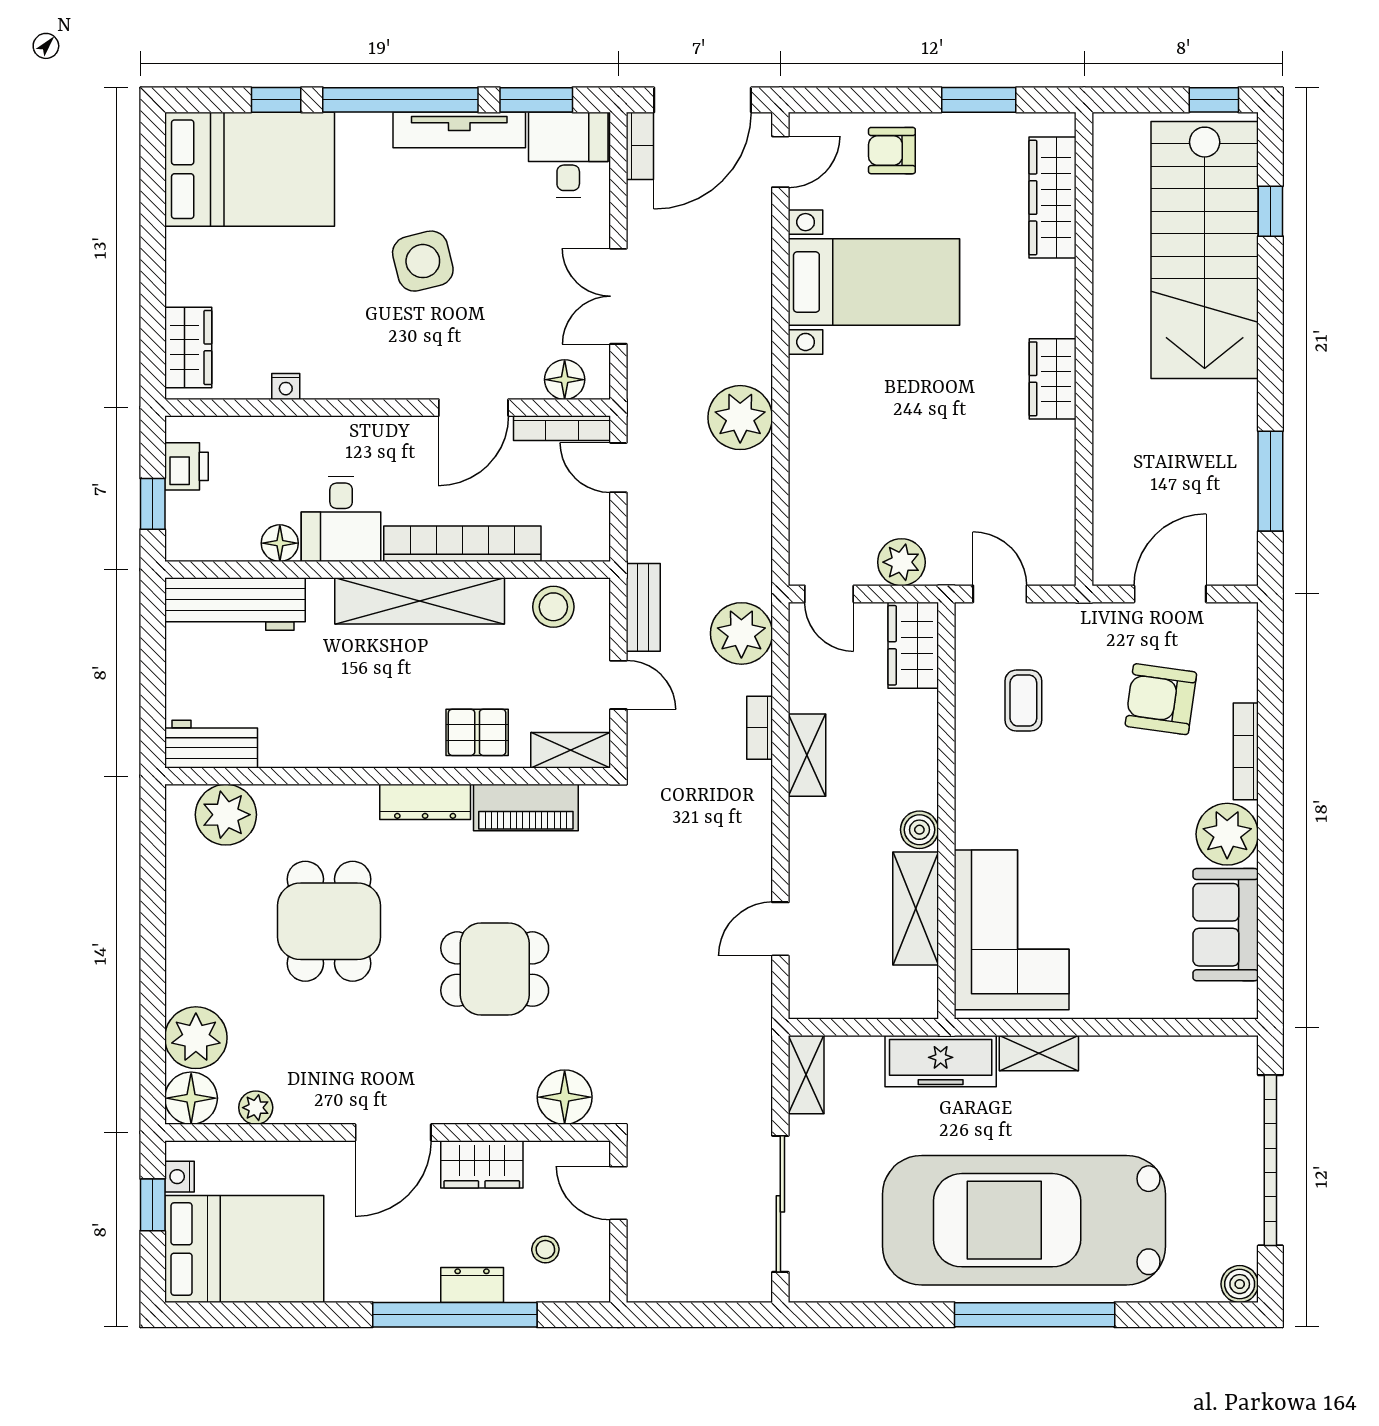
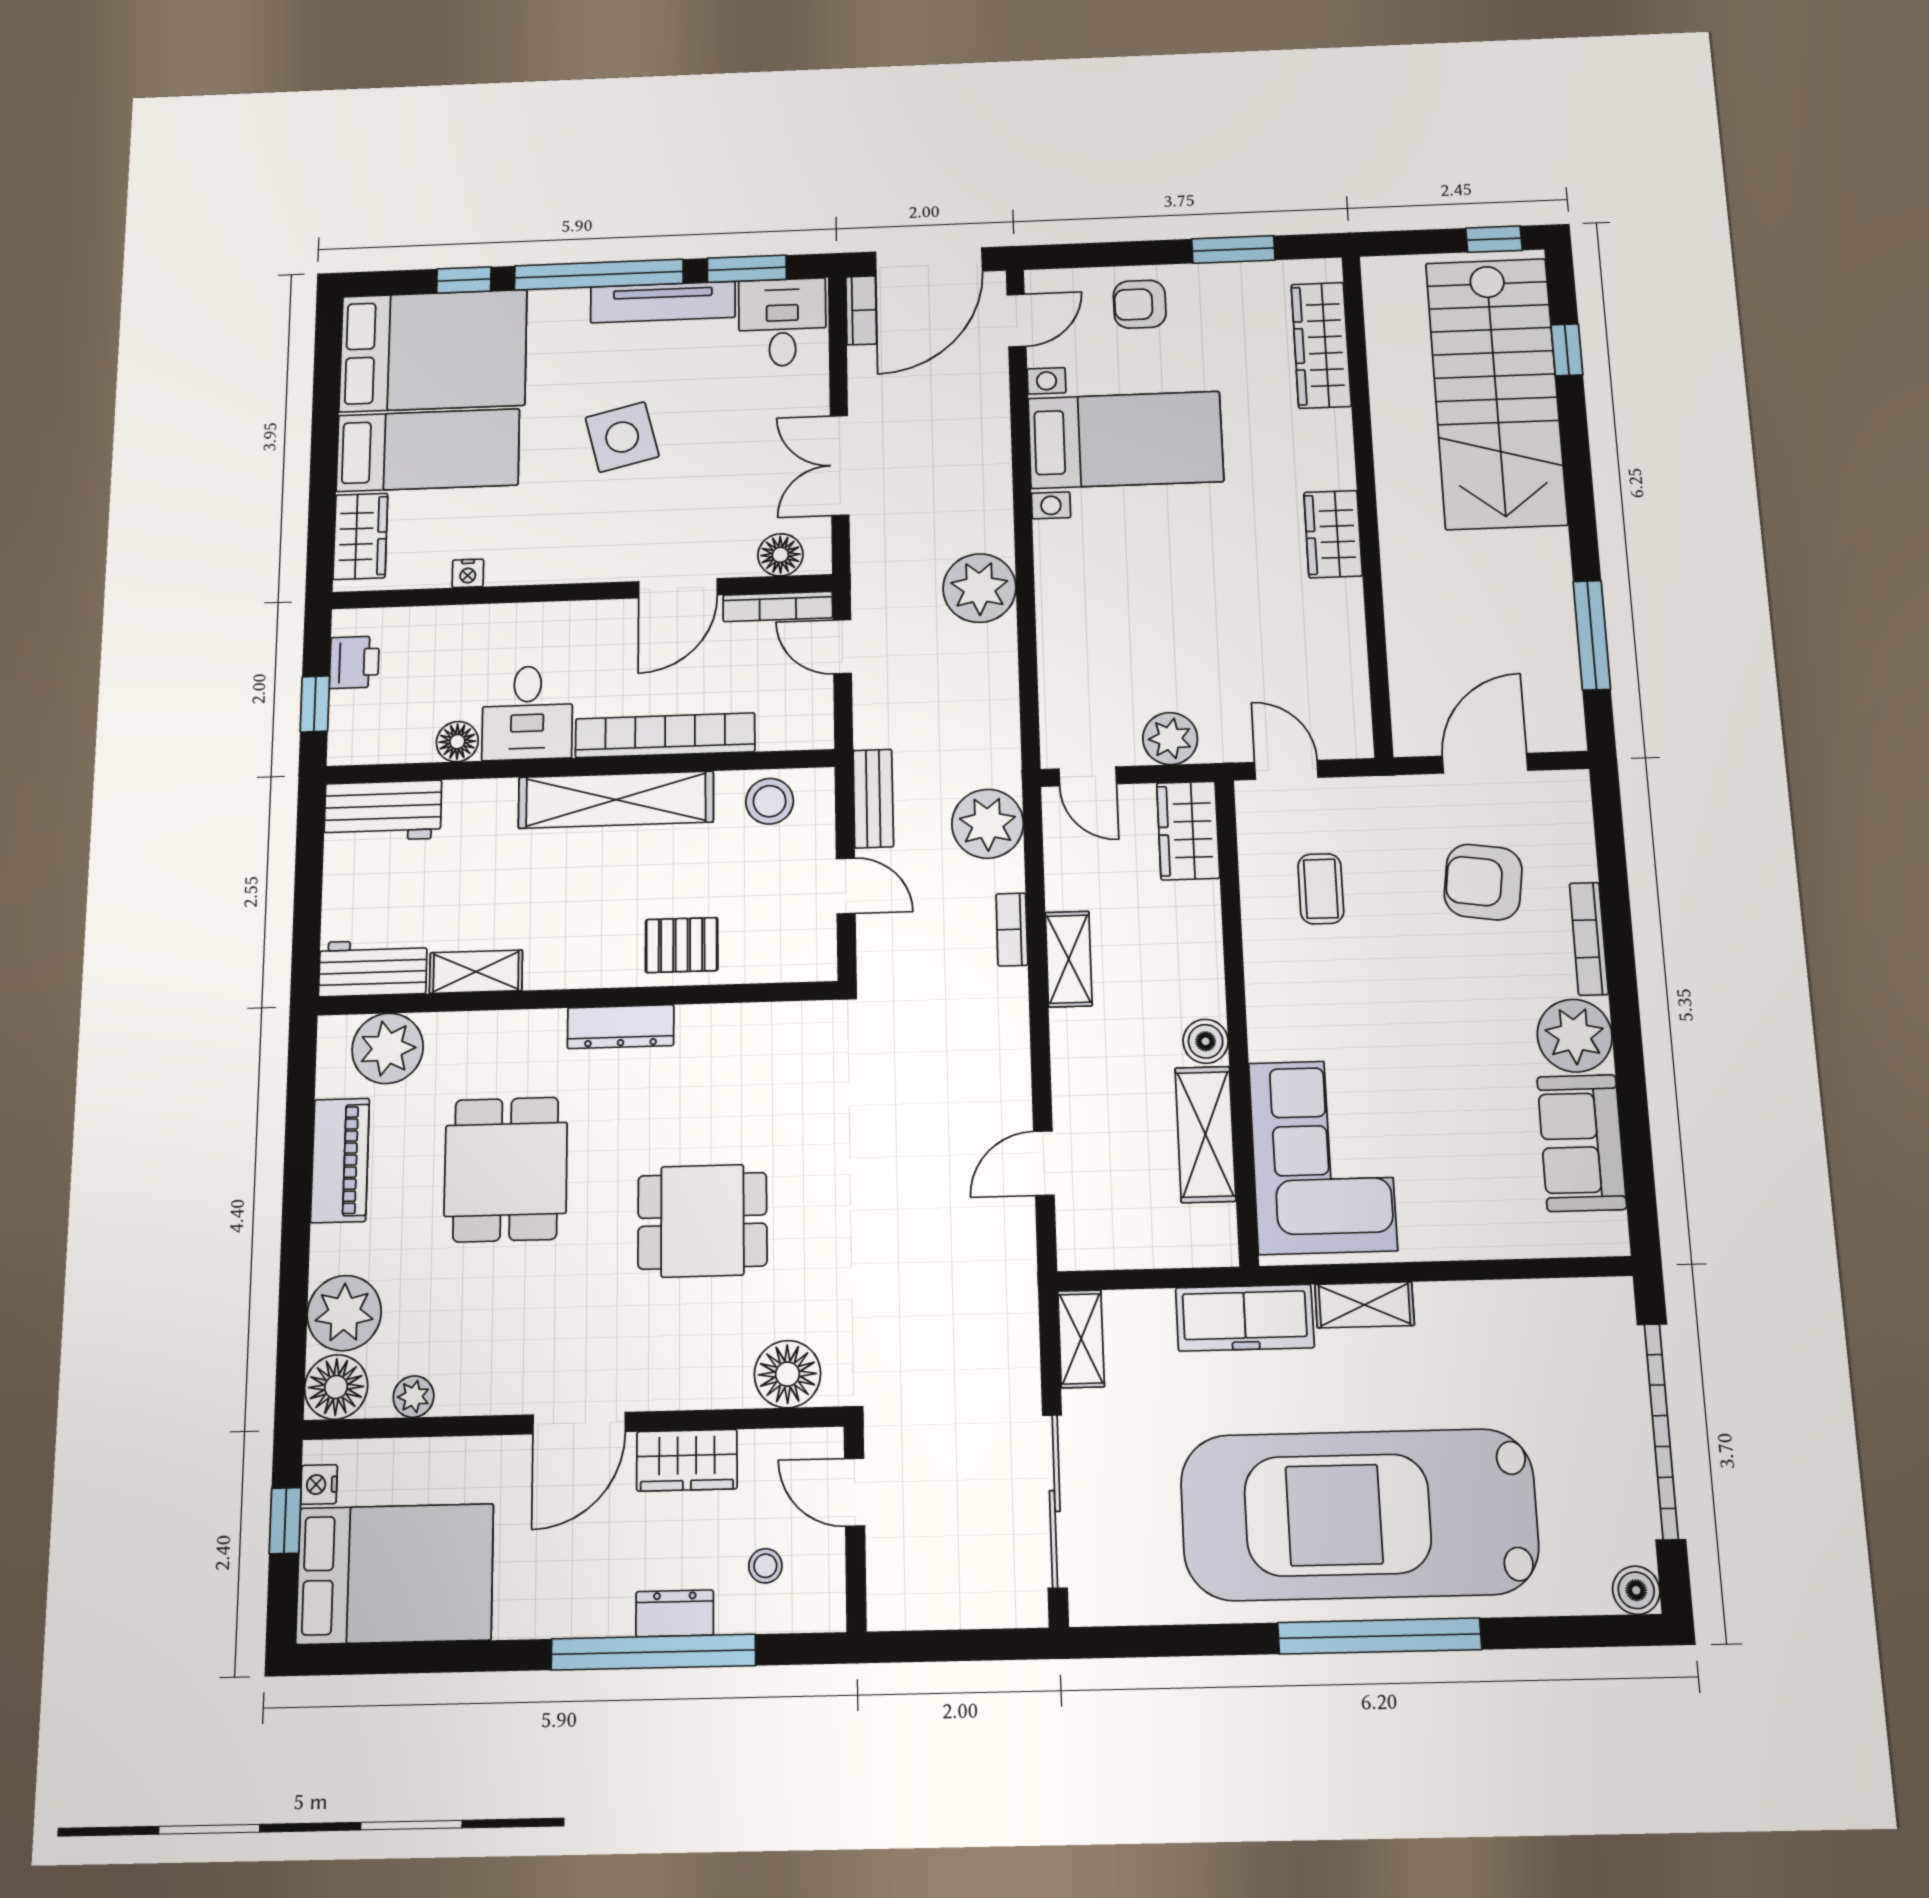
bed: (247, 267) -> (428, 450), added
workbench: (235, 604) -> (383, 811), width x0.73
shelving: (571, 750) -> (476, 972), moved
piano: (526, 808) -> (340, 1160), moved, turned -90

